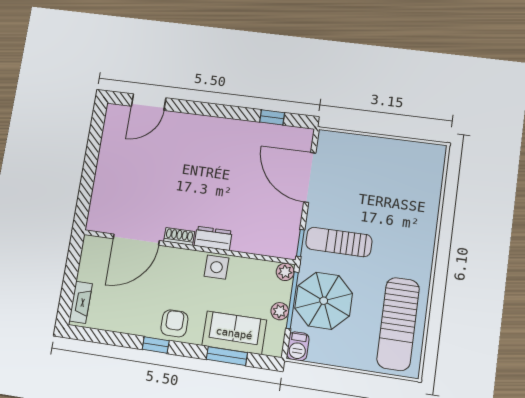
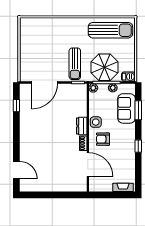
armchair: (174, 323) -> (103, 139), moved

